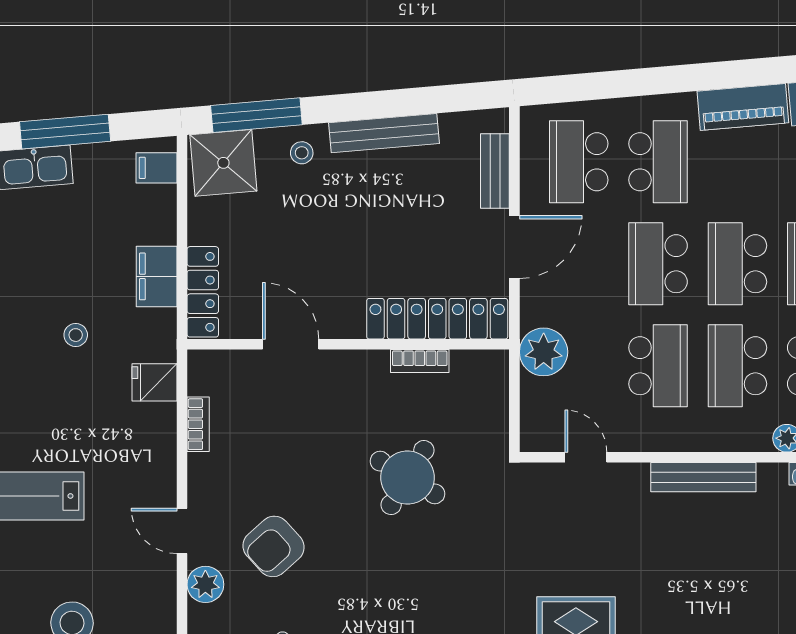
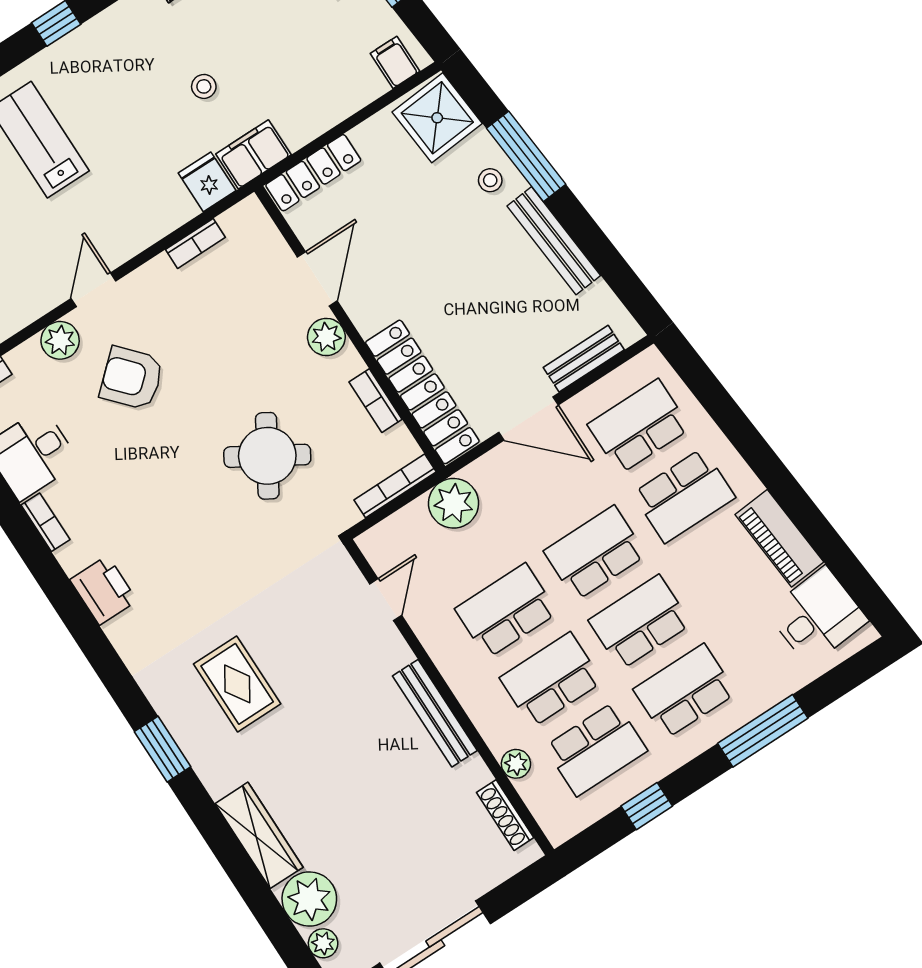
window: (256, 115) -> (526, 156), moved
filing cabinet: (157, 276) -> (253, 154), moved
school desk: (658, 366) -> (506, 611), turned 180
plant: (342, 367) -> (326, 337), added
bookcase: (499, 390) -> (395, 486), added

